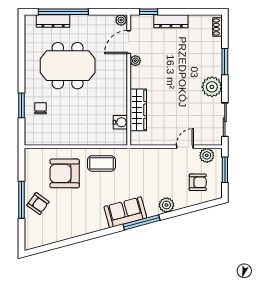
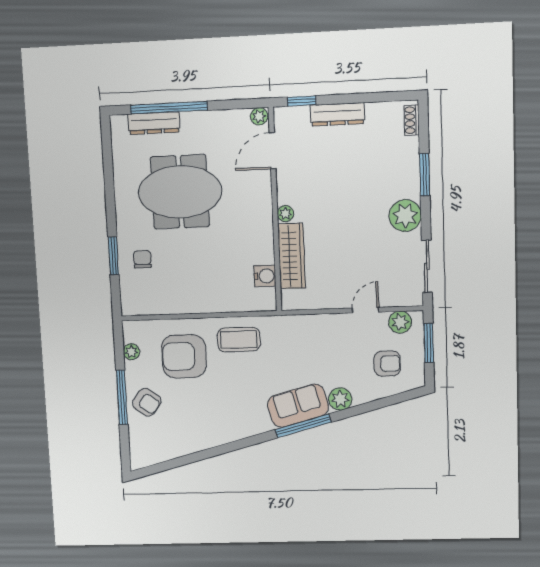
plant: (135, 61) -> (285, 214), moved
plant: (30, 169) -> (131, 352), added
sofa: (125, 212) -> (298, 406), moved

